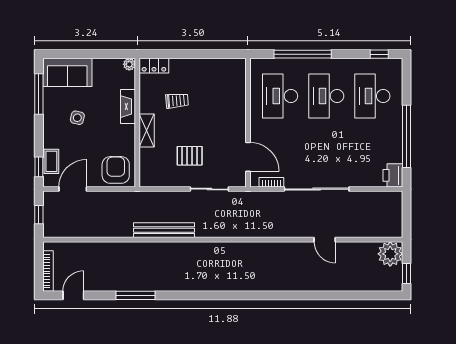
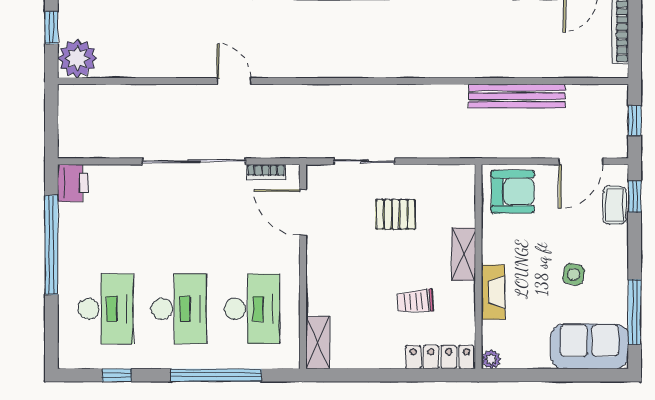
window: (379, 54) -> (117, 375), moved
locker: (154, 66) -> (440, 357), width x1.53
shelving: (239, 75) -> (318, 343), added
armchair: (116, 170) -> (513, 192), turned -90
bench: (164, 230) -> (517, 96), moved
door: (325, 240) -> (234, 81), moved

